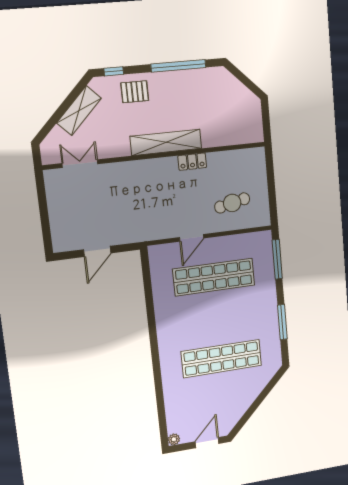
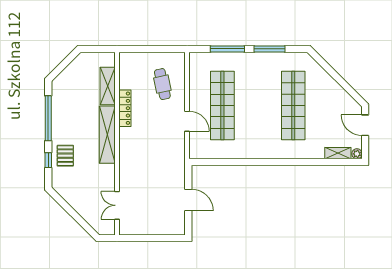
window: (114, 71) -> (48, 160), moved
shelving: (79, 111) -> (108, 86), moved, turned 45
locker: (192, 162) -> (125, 108), width x1.53
window: (277, 259) -> (227, 49), moved
shelving: (172, 418) -> (338, 153), added

